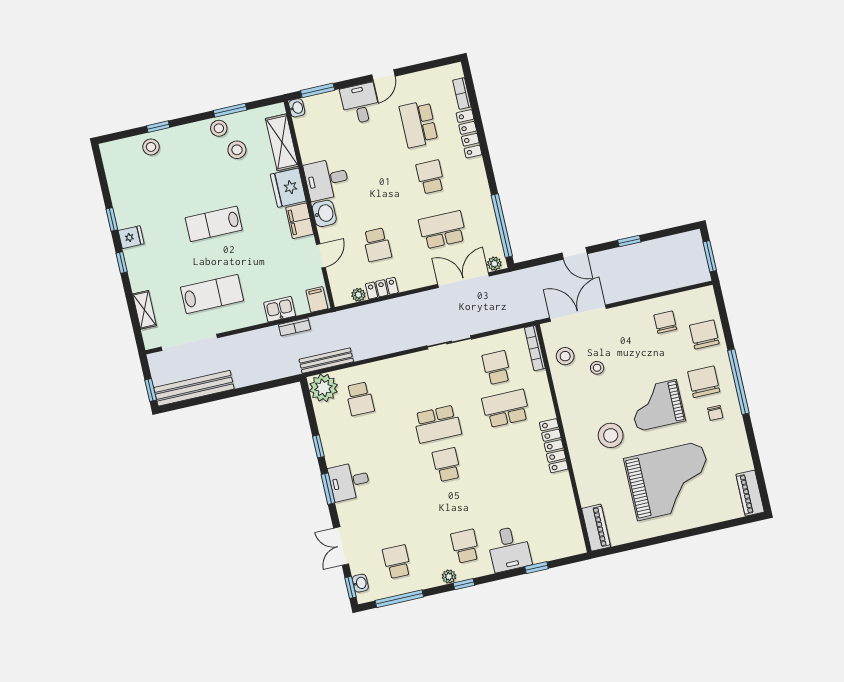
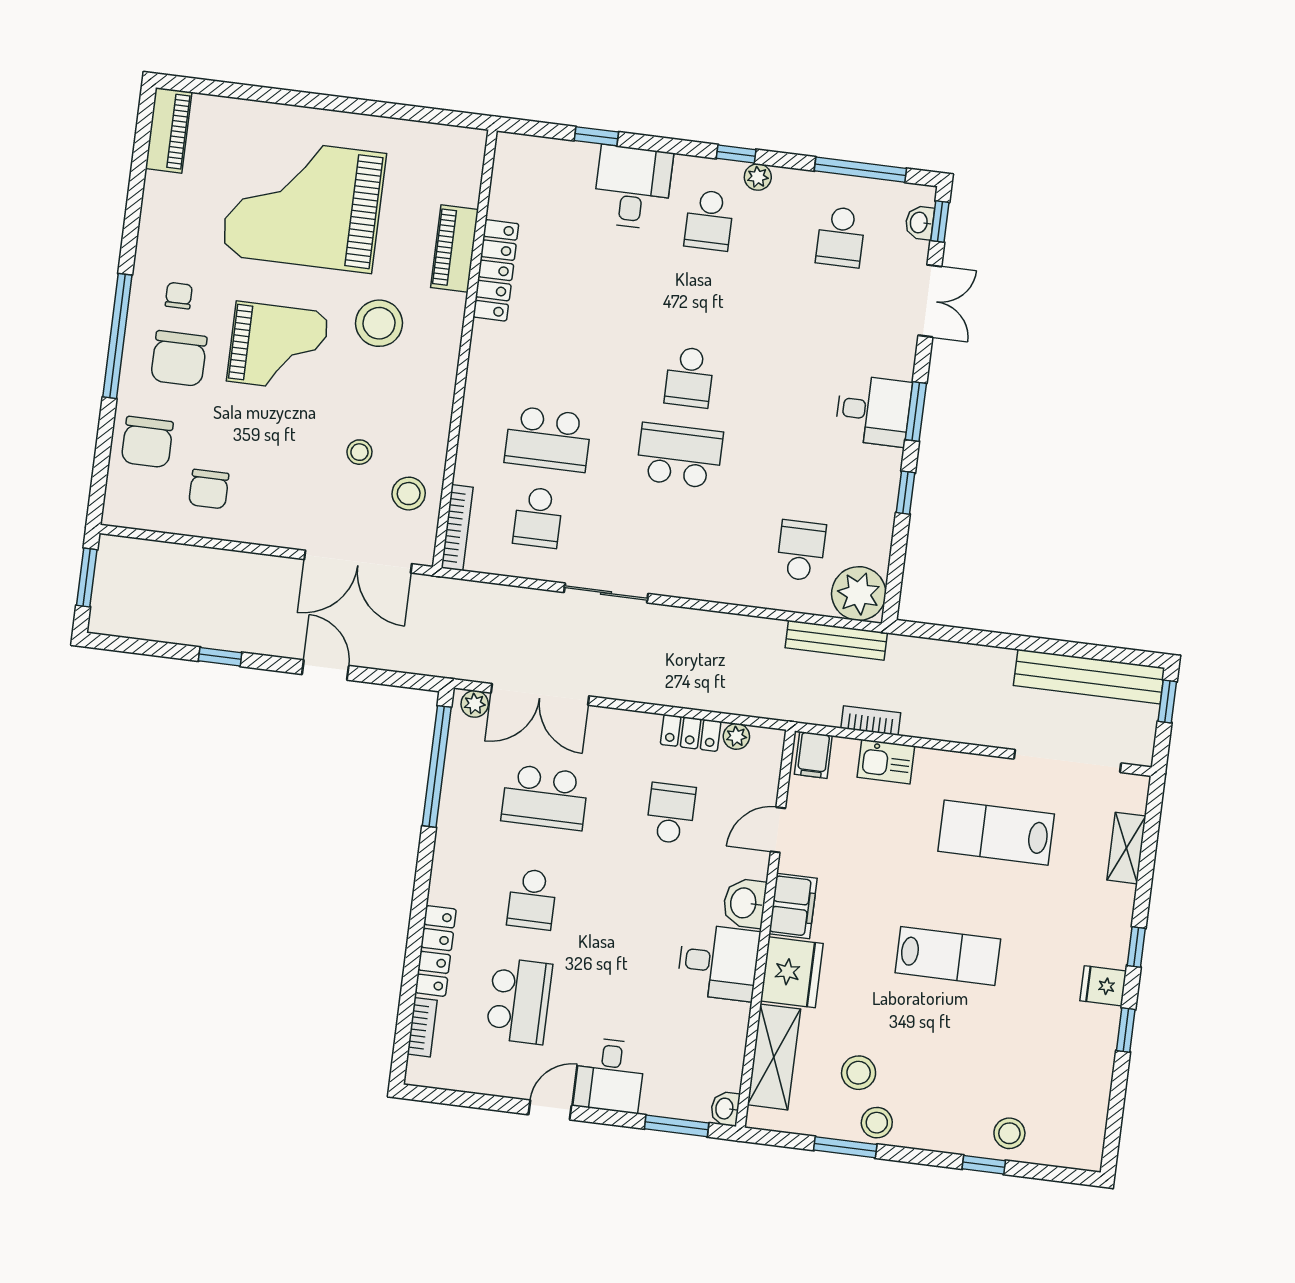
locker: (554, 446) -> (496, 270), moved
piano: (596, 528) -> (455, 248), moved

